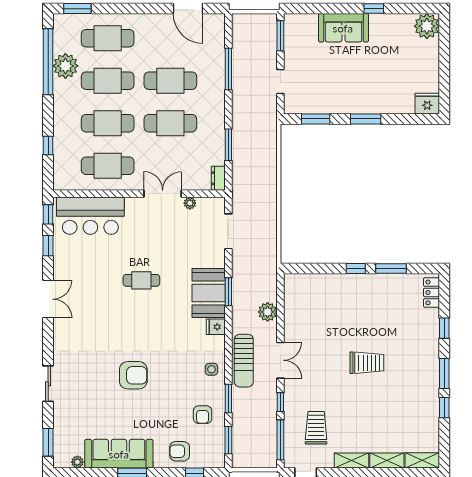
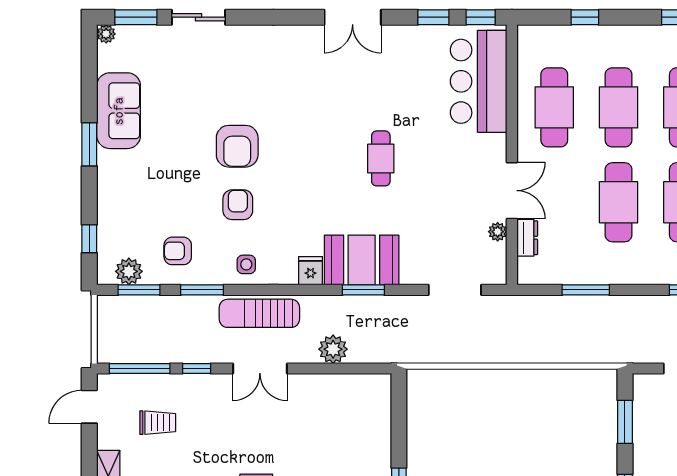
dresser: (218, 178) -> (527, 238), moved, turned 90
sliding door: (48, 384) -> (199, 17), moved
trolley: (316, 428) -> (158, 423), width x0.73, depth x0.72
plant: (216, 447) -> (129, 271), added
armchair: (180, 451) -> (238, 205), moved
sofa: (119, 454) -> (119, 111), width x0.73
plant: (77, 462) -> (106, 34), moved

